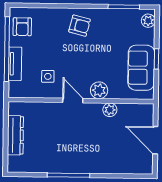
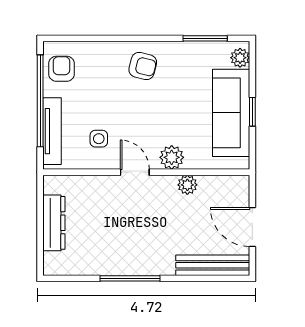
armchair: (22, 27) -> (62, 69), turned 180
tv unit: (15, 64) -> (52, 131), width x1.41
sofa: (141, 68) -> (231, 113), width x1.36
bench: (127, 167) -> (213, 265), added

